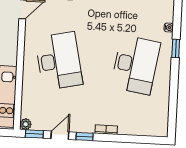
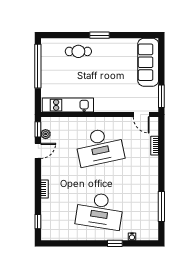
plant: (26, 124) -> (46, 134), moved
door: (60, 135) -> (38, 151), hinge flipped
window: (85, 136) -> (38, 222), moved

